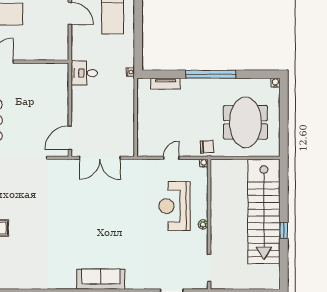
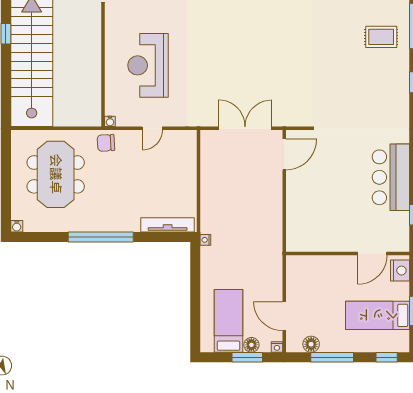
desk: (84, 73) -> (266, 239), removed
tv unit: (165, 84) -> (168, 225), width x1.41
reception desk: (174, 206) -> (148, 65), turned 180
plant: (203, 224) -> (111, 42), removed

